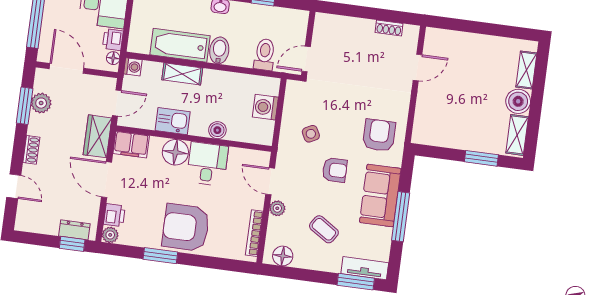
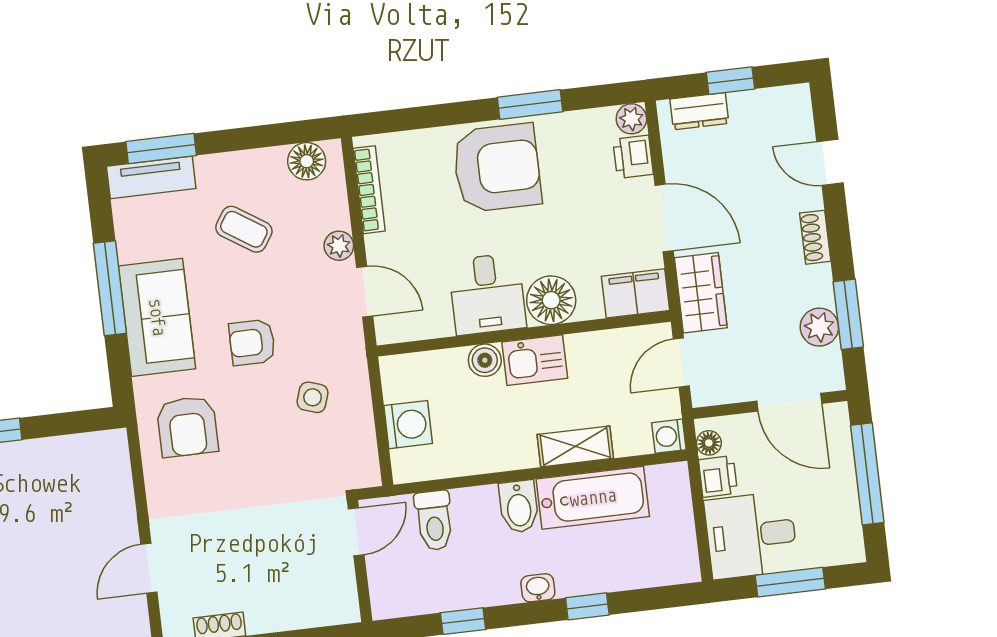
kitchen sink: (173, 121) -> (535, 360), moved
side table: (311, 134) -> (313, 397), turned 45
window: (72, 244) -> (730, 81), moved

